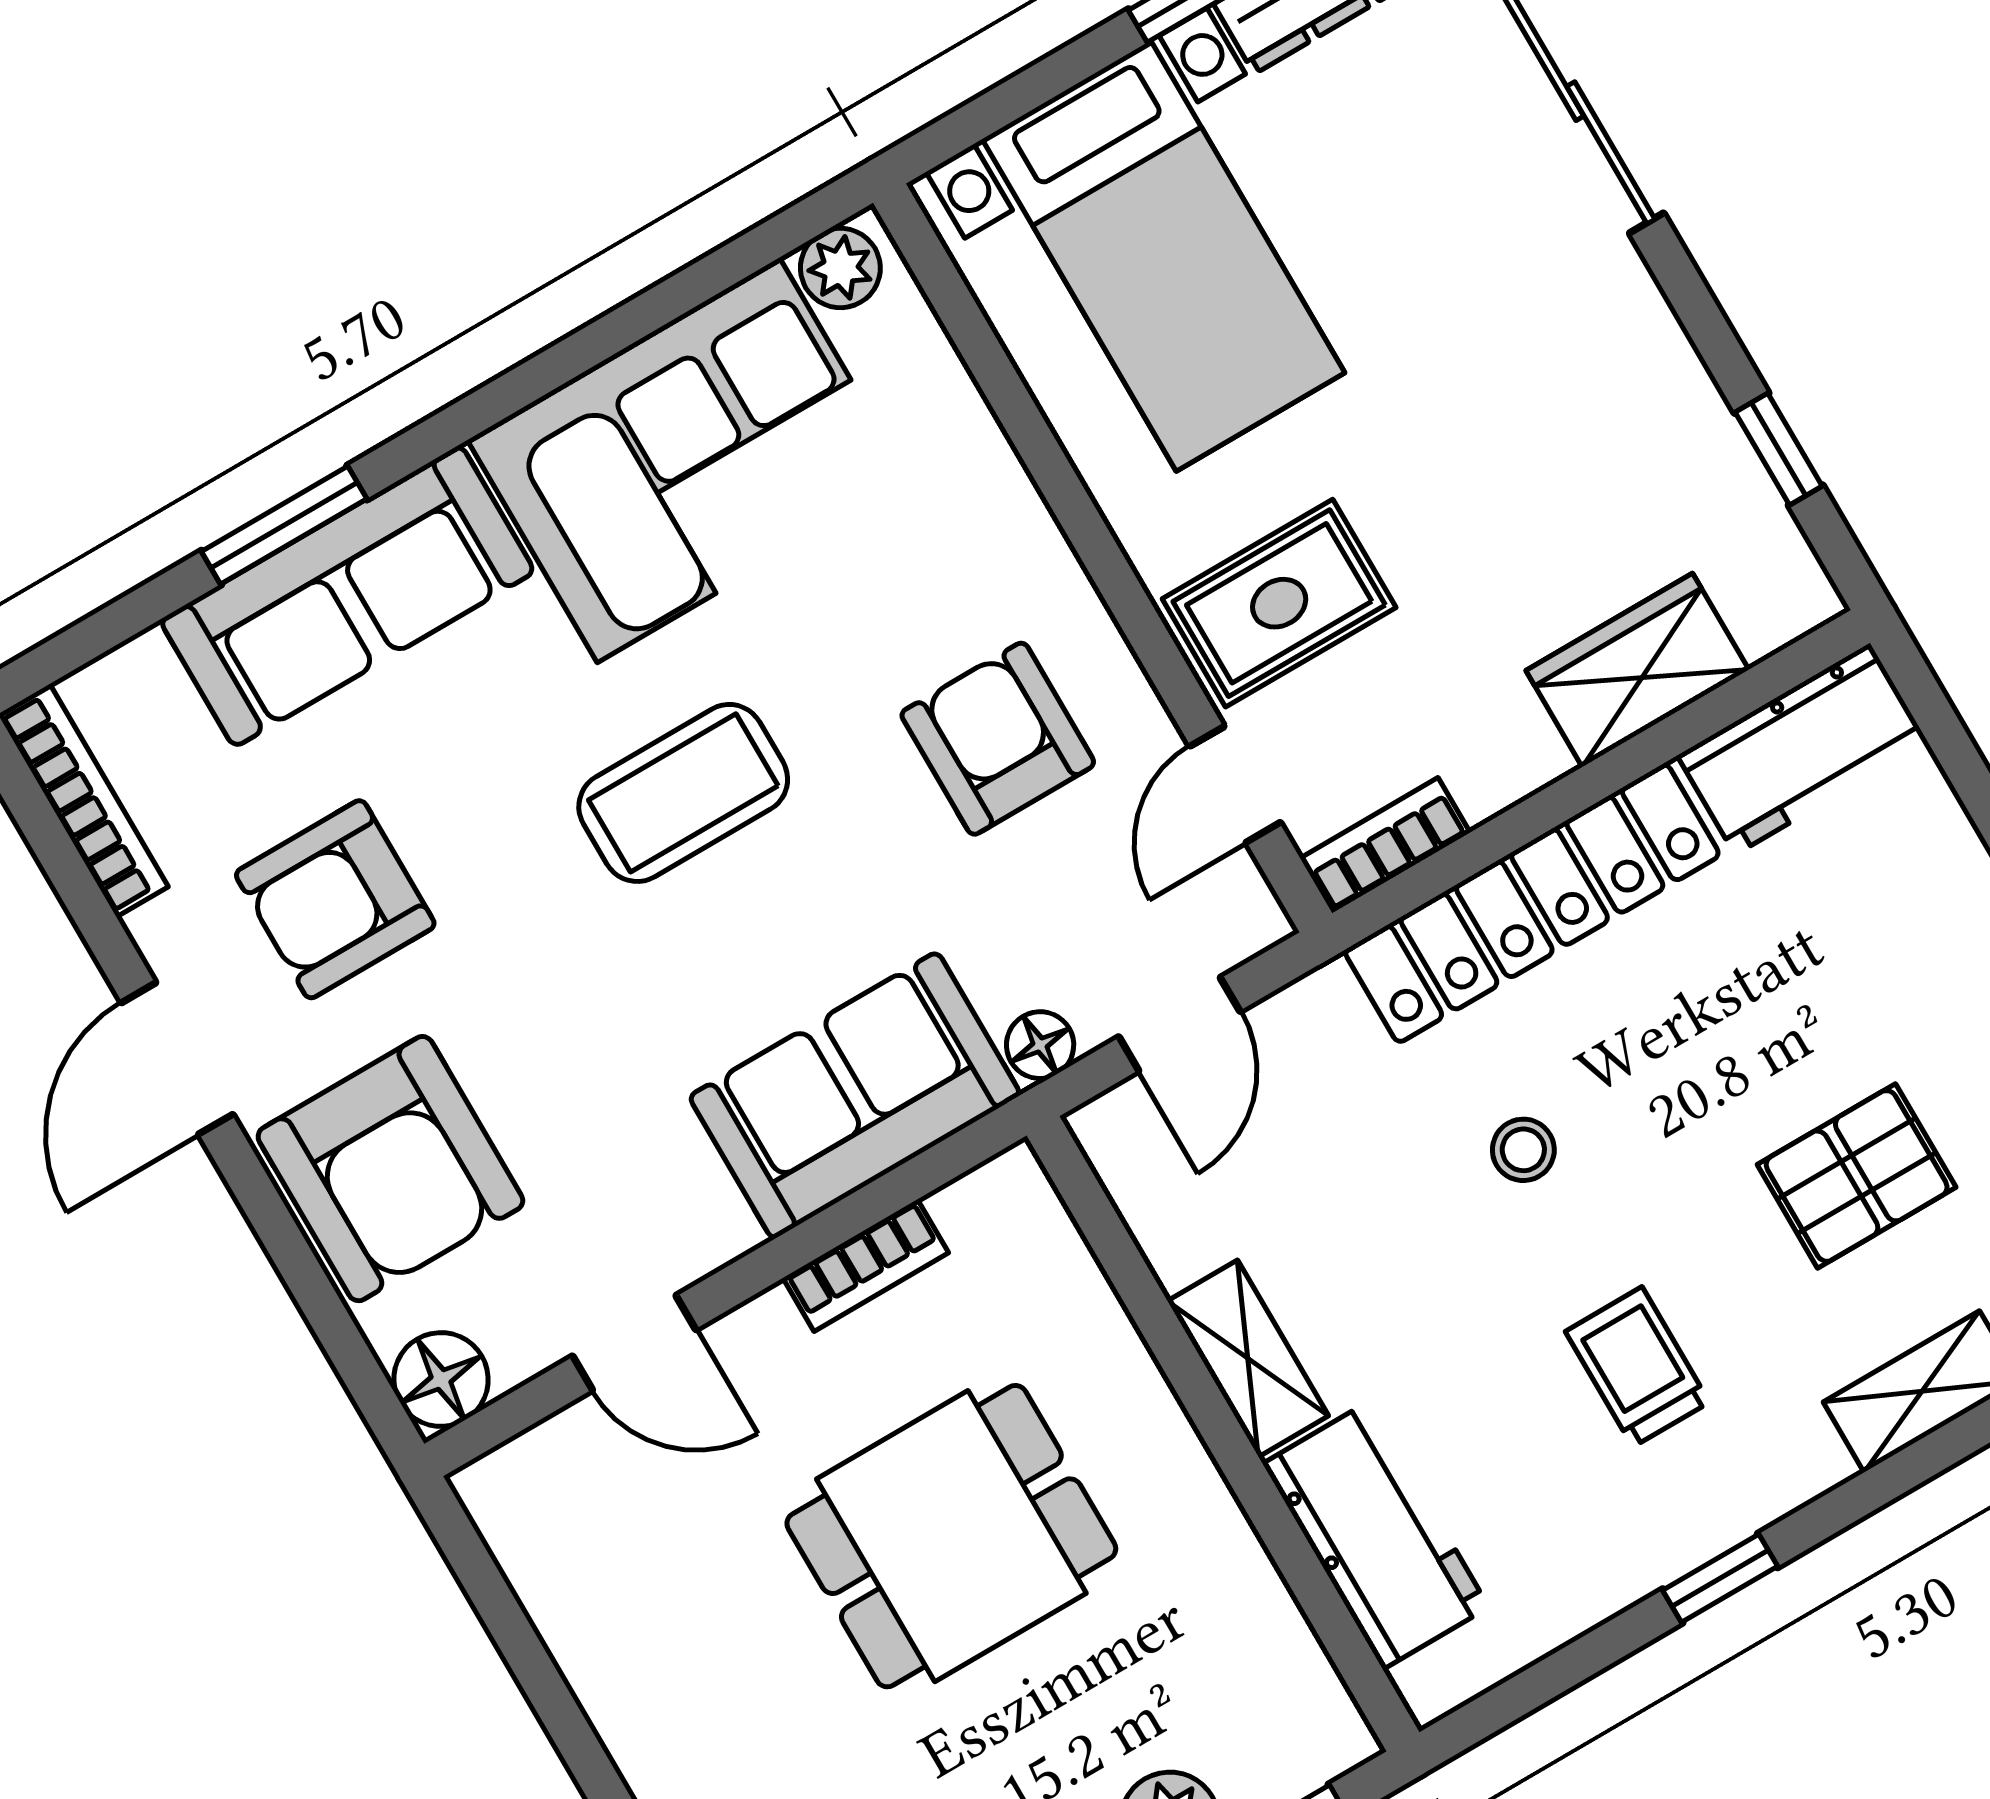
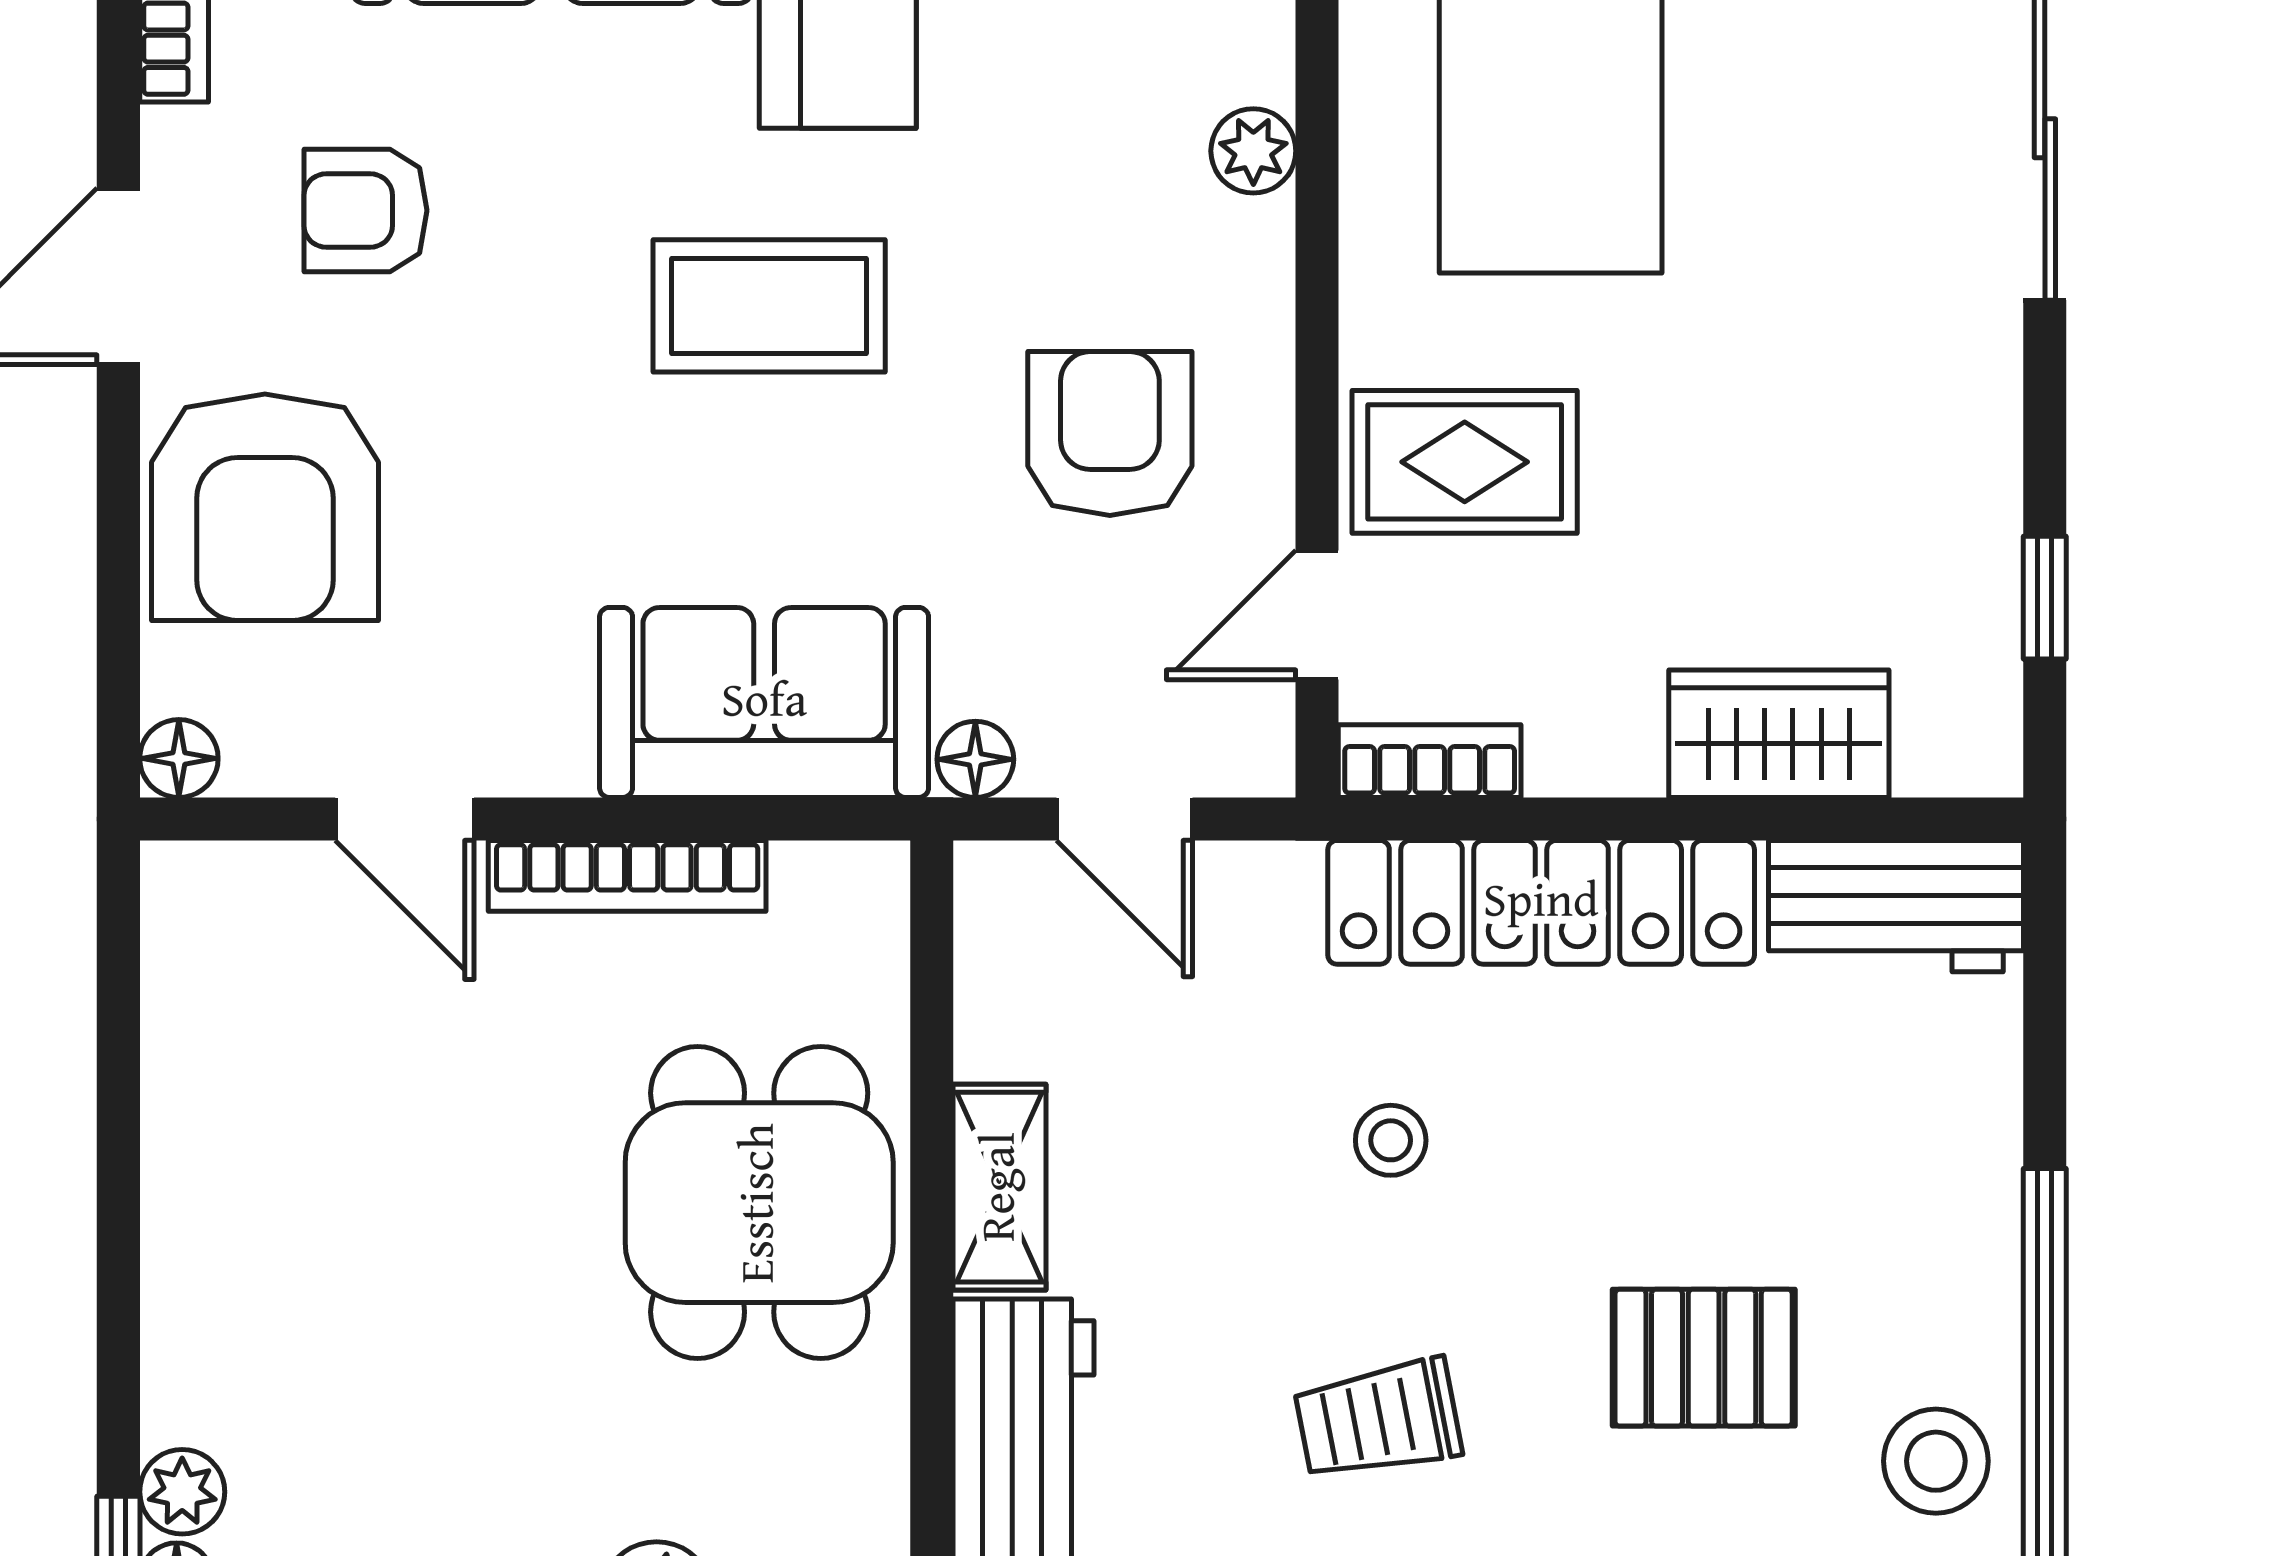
plant: (981, 461) -> (1253, 151), added
armchair: (335, 899) -> (365, 210), width x0.72, depth x0.72
door: (1180, 1024) -> (1125, 819), hinge flipped
bookcase: (866, 1265) -> (627, 876), width x1.56
trolley: (1637, 1367) -> (1378, 1419), turned -101
floor lamp: (441, 1380) -> (179, 758), width x0.73, depth x0.73
dining table: (951, 1536) -> (759, 1203), moved, turned 90

